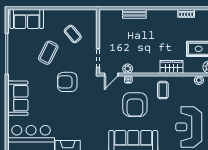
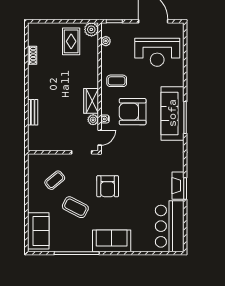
wardrobe: (171, 67) -> (91, 101), moved
door: (111, 75) -> (100, 138), hinge flipped
sofa: (18, 98) -> (112, 241), moved
armchair: (135, 105) -> (133, 112), turned 180

